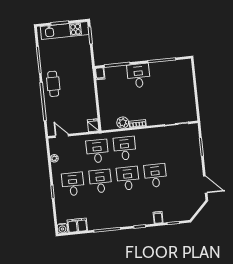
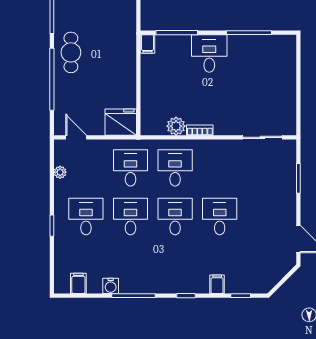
fridge: (93, 125) -> (121, 122), width x1.88, depth x1.34
filing cabinet: (77, 225) -> (78, 283), width x0.50
water cooler: (62, 228) -> (111, 286), moved

